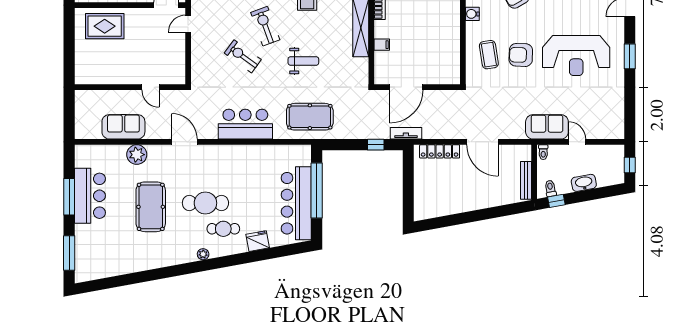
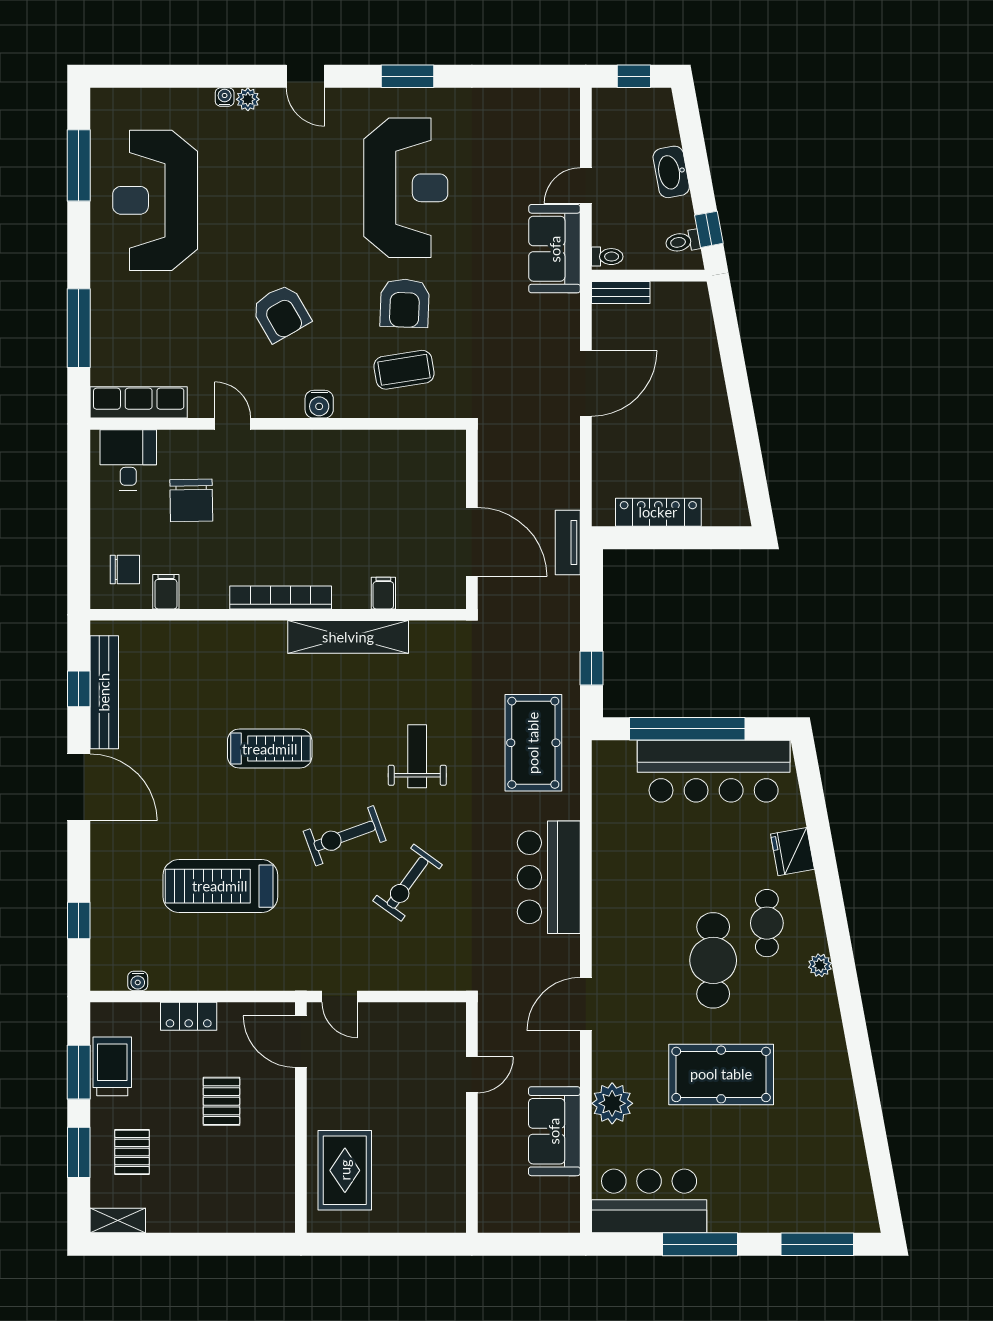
window: (376, 145) -> (592, 668), moved
locker: (440, 151) -> (658, 512), moved, turned -90
bench: (526, 180) -> (621, 293), moved, width x0.73
bar counter: (90, 196) -> (649, 1201), moved

